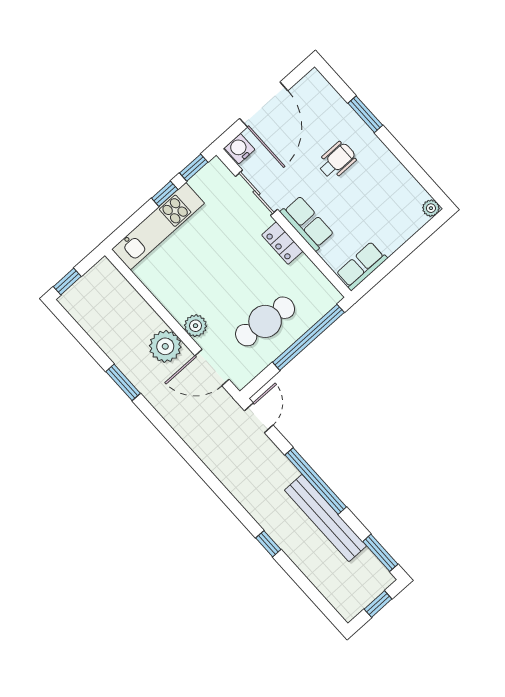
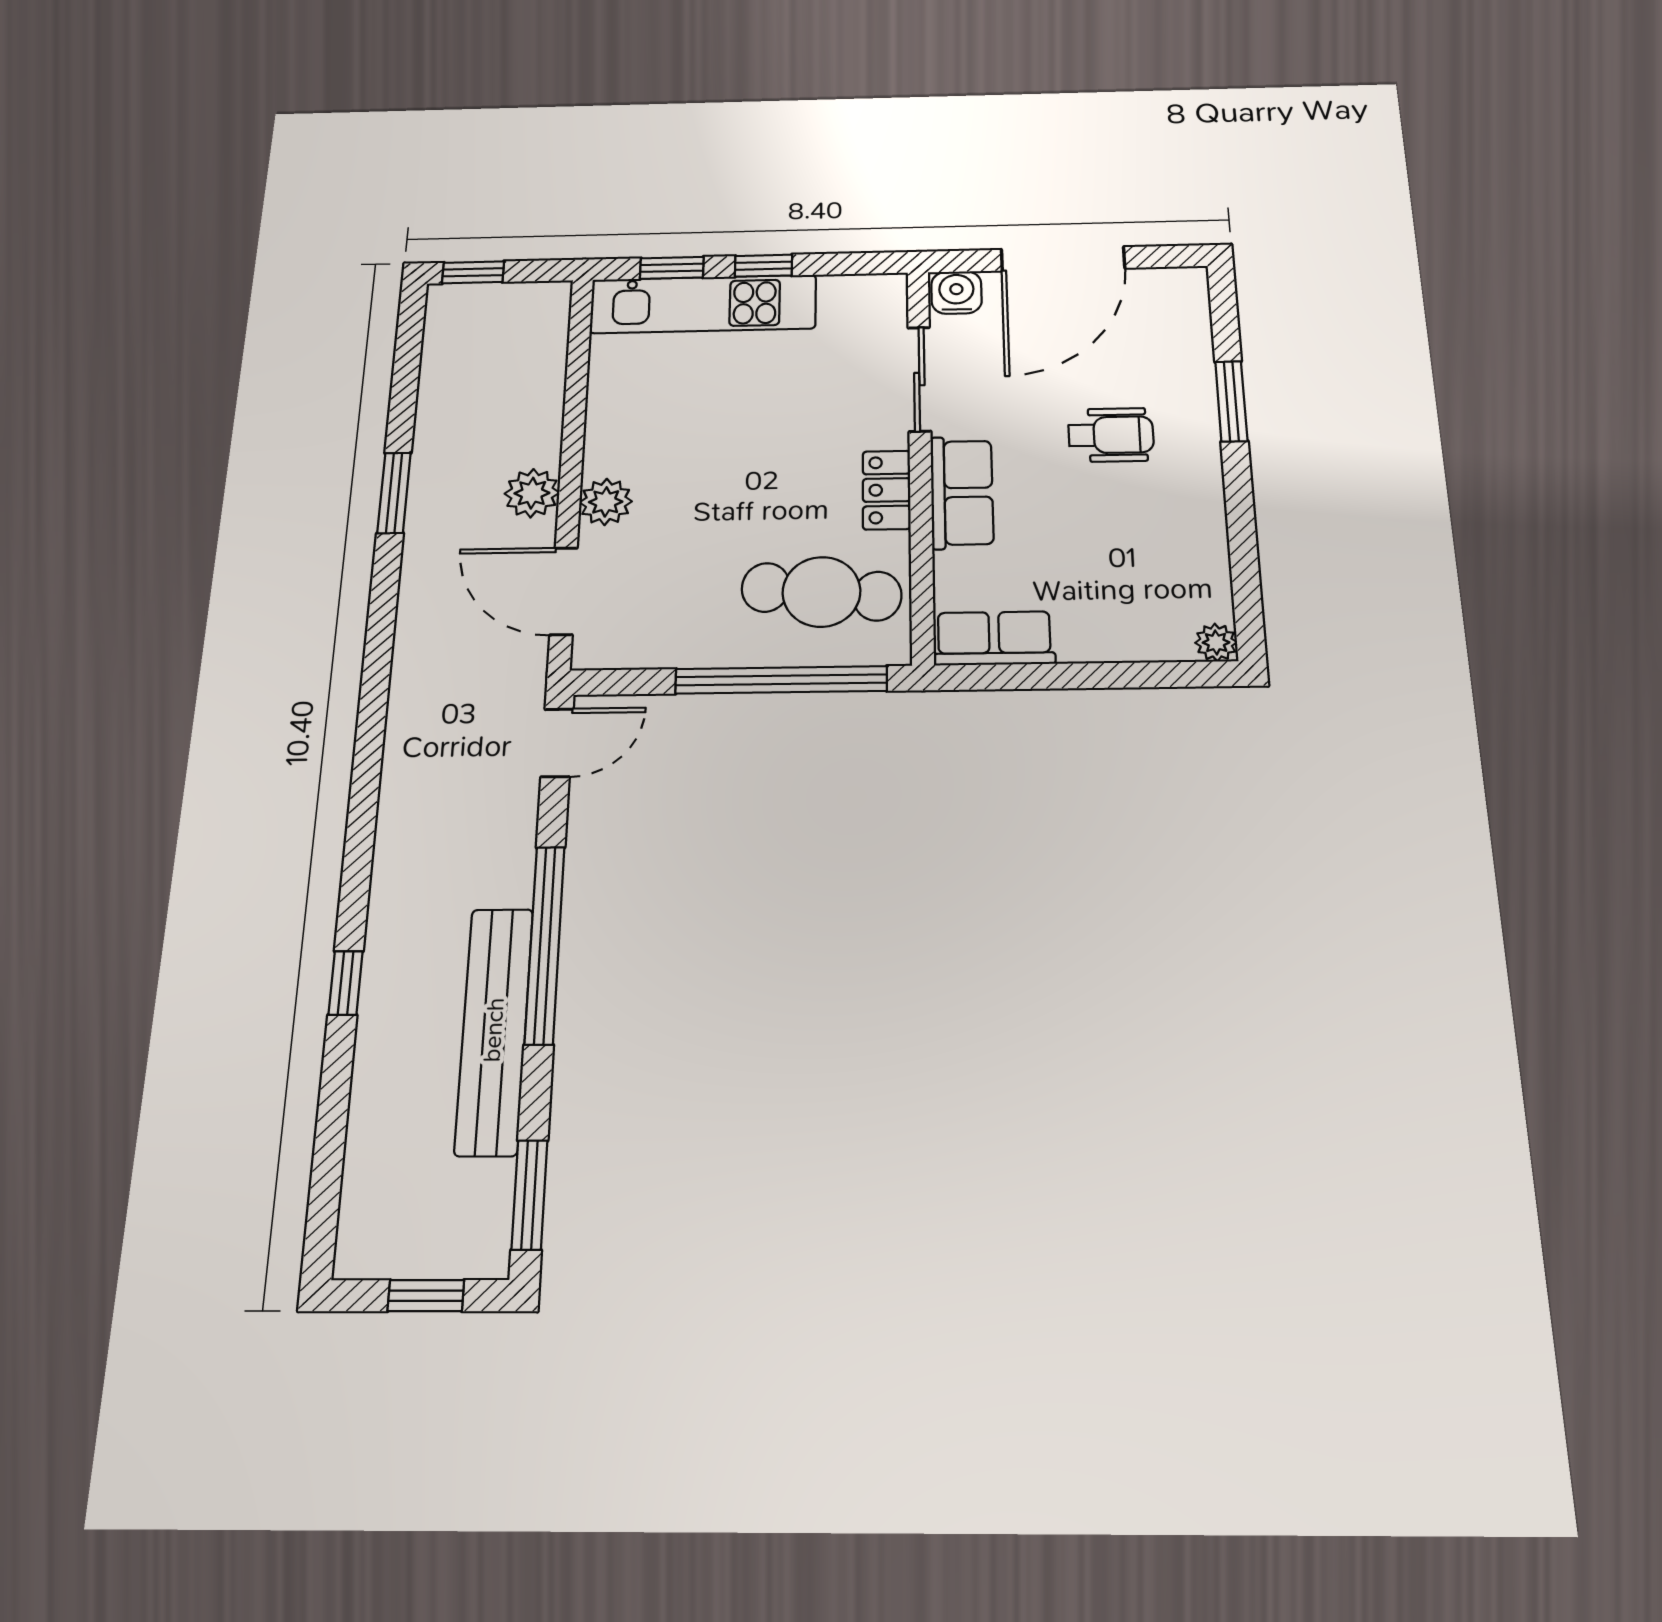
window: (194, 168) -> (672, 268), moved
cafe table: (265, 321) -> (821, 592), moved
plant: (165, 346) -> (532, 493), width x0.73, depth x0.73

